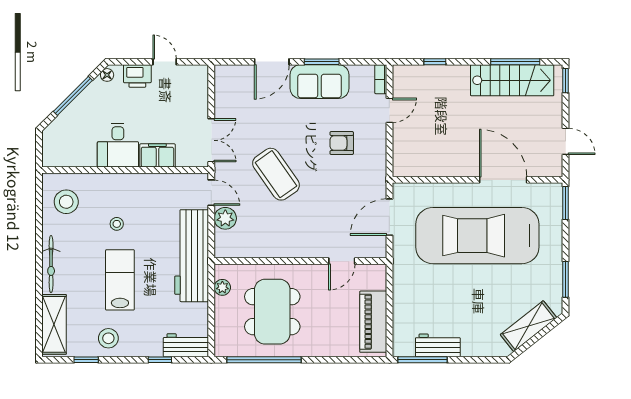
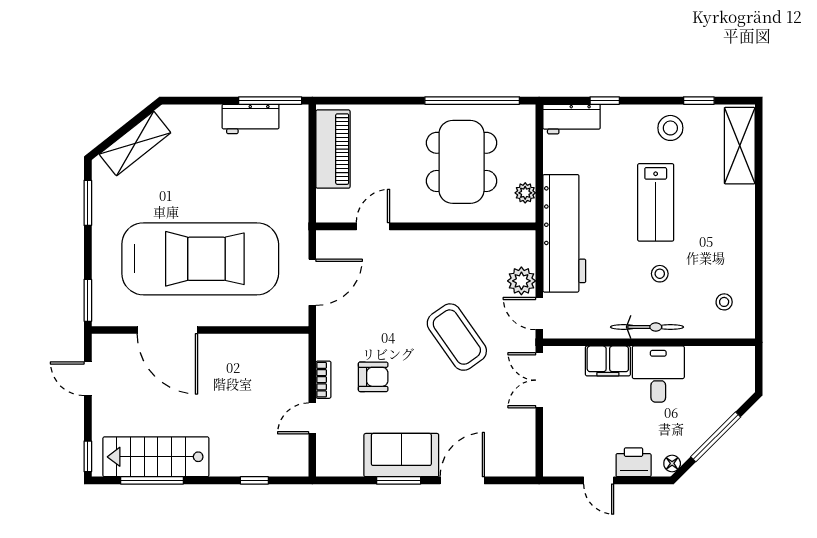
bookcase: (381, 79) -> (323, 380), moved
stool: (66, 202) -> (724, 302), width x0.53, depth x0.53
bicycle: (51, 264) -> (647, 327), moved, turned 90

